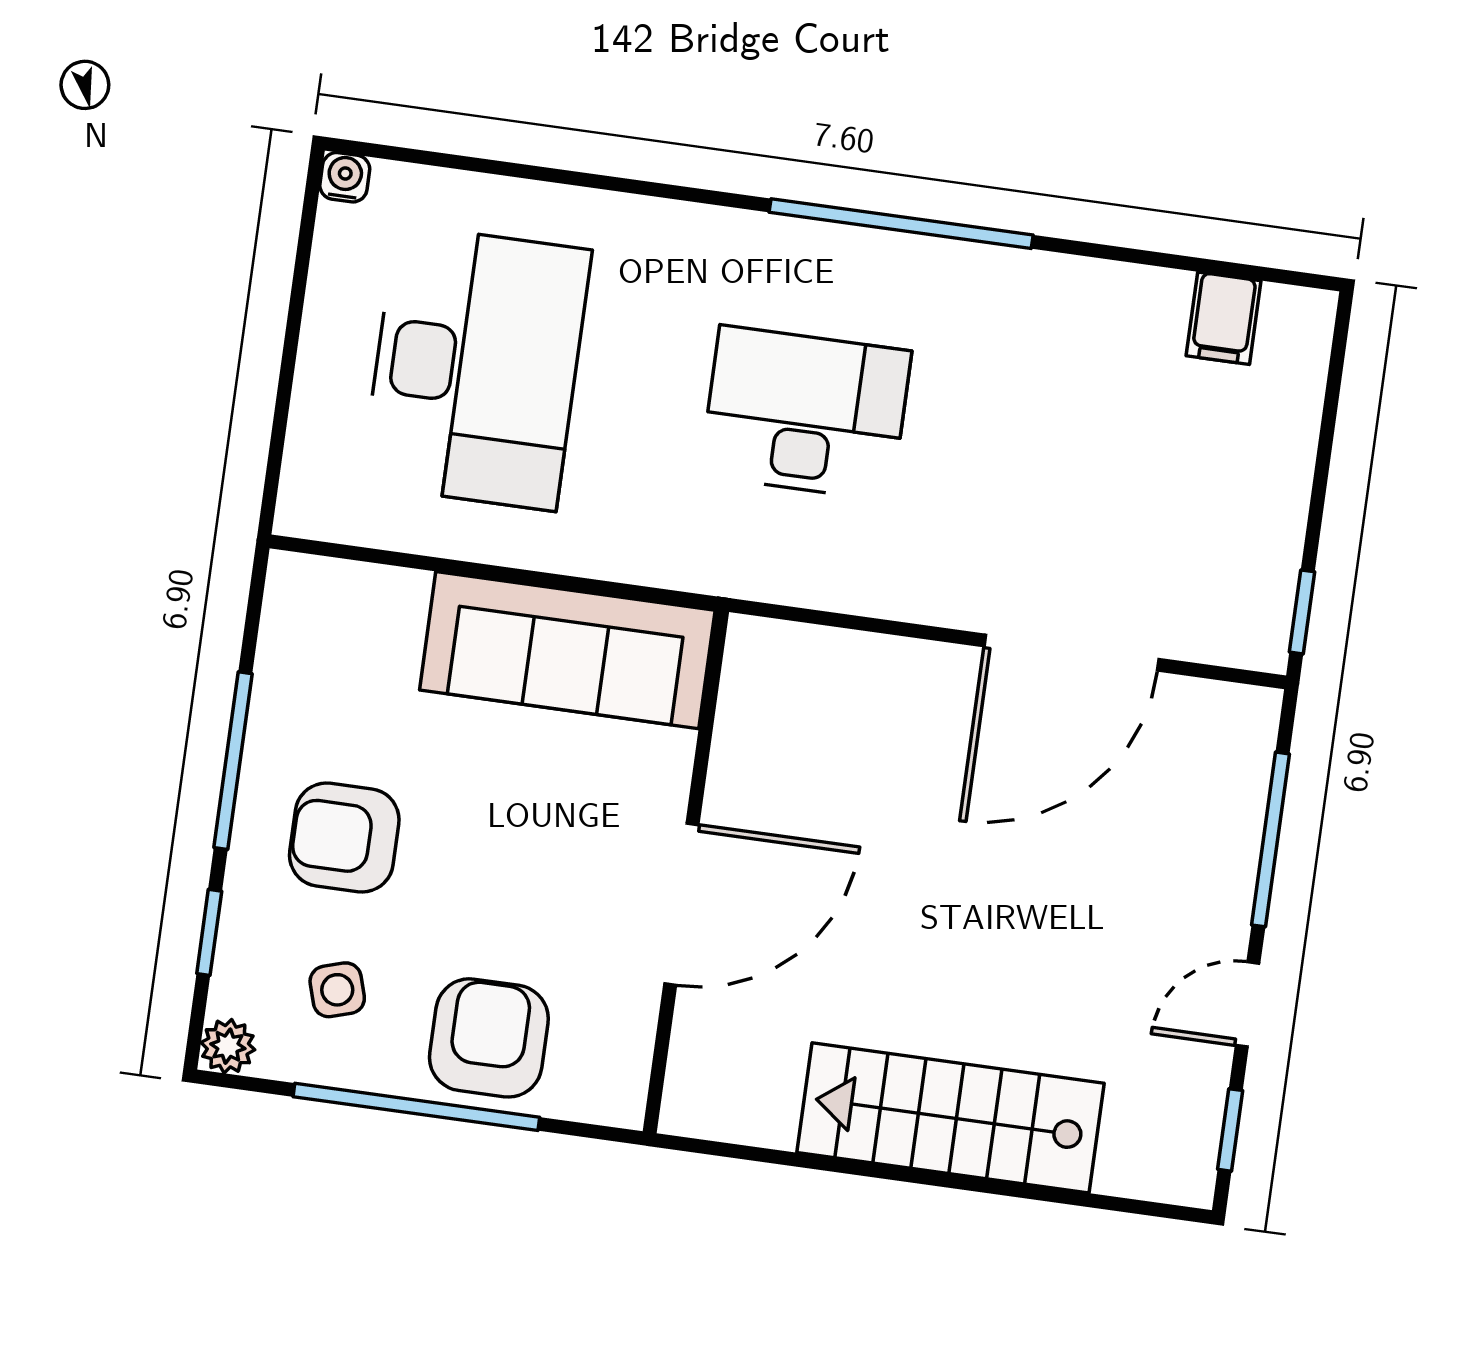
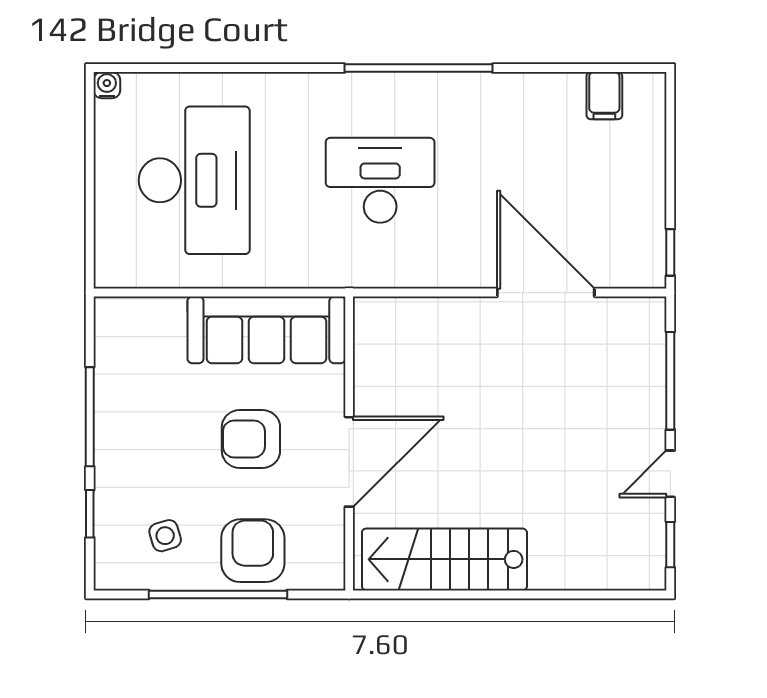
door: (1071, 653) -> (546, 293), swing flipped
armchair: (344, 838) -> (251, 439), moved
plant: (228, 1046) -> (109, 575), removed
stairs: (951, 1118) -> (444, 559), moved

